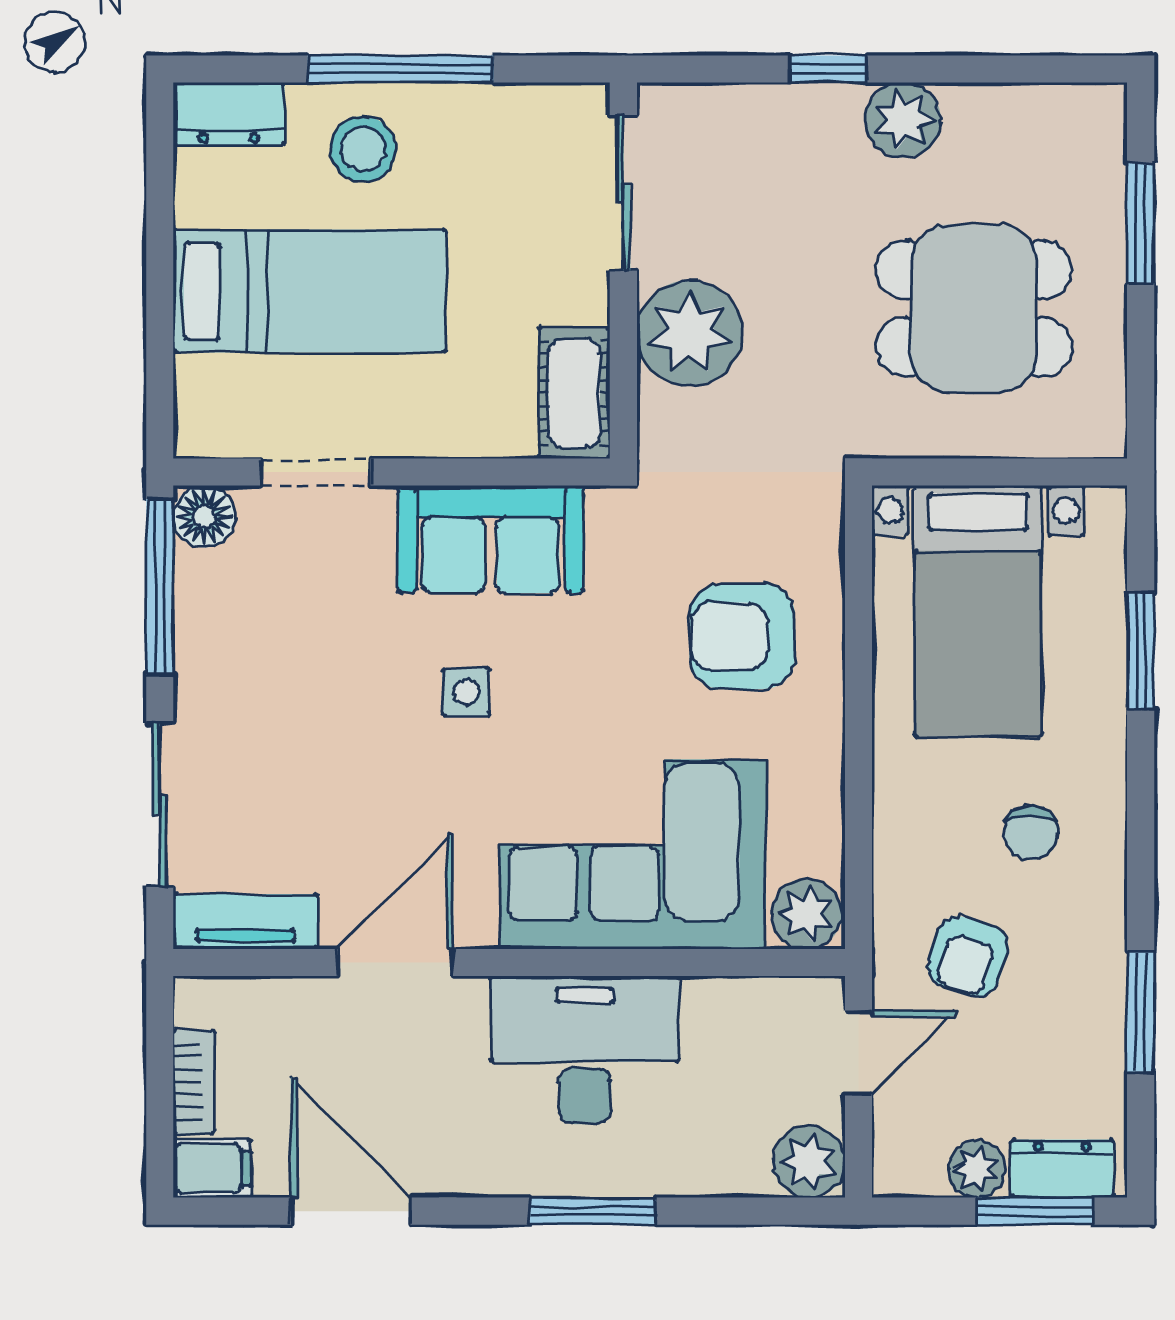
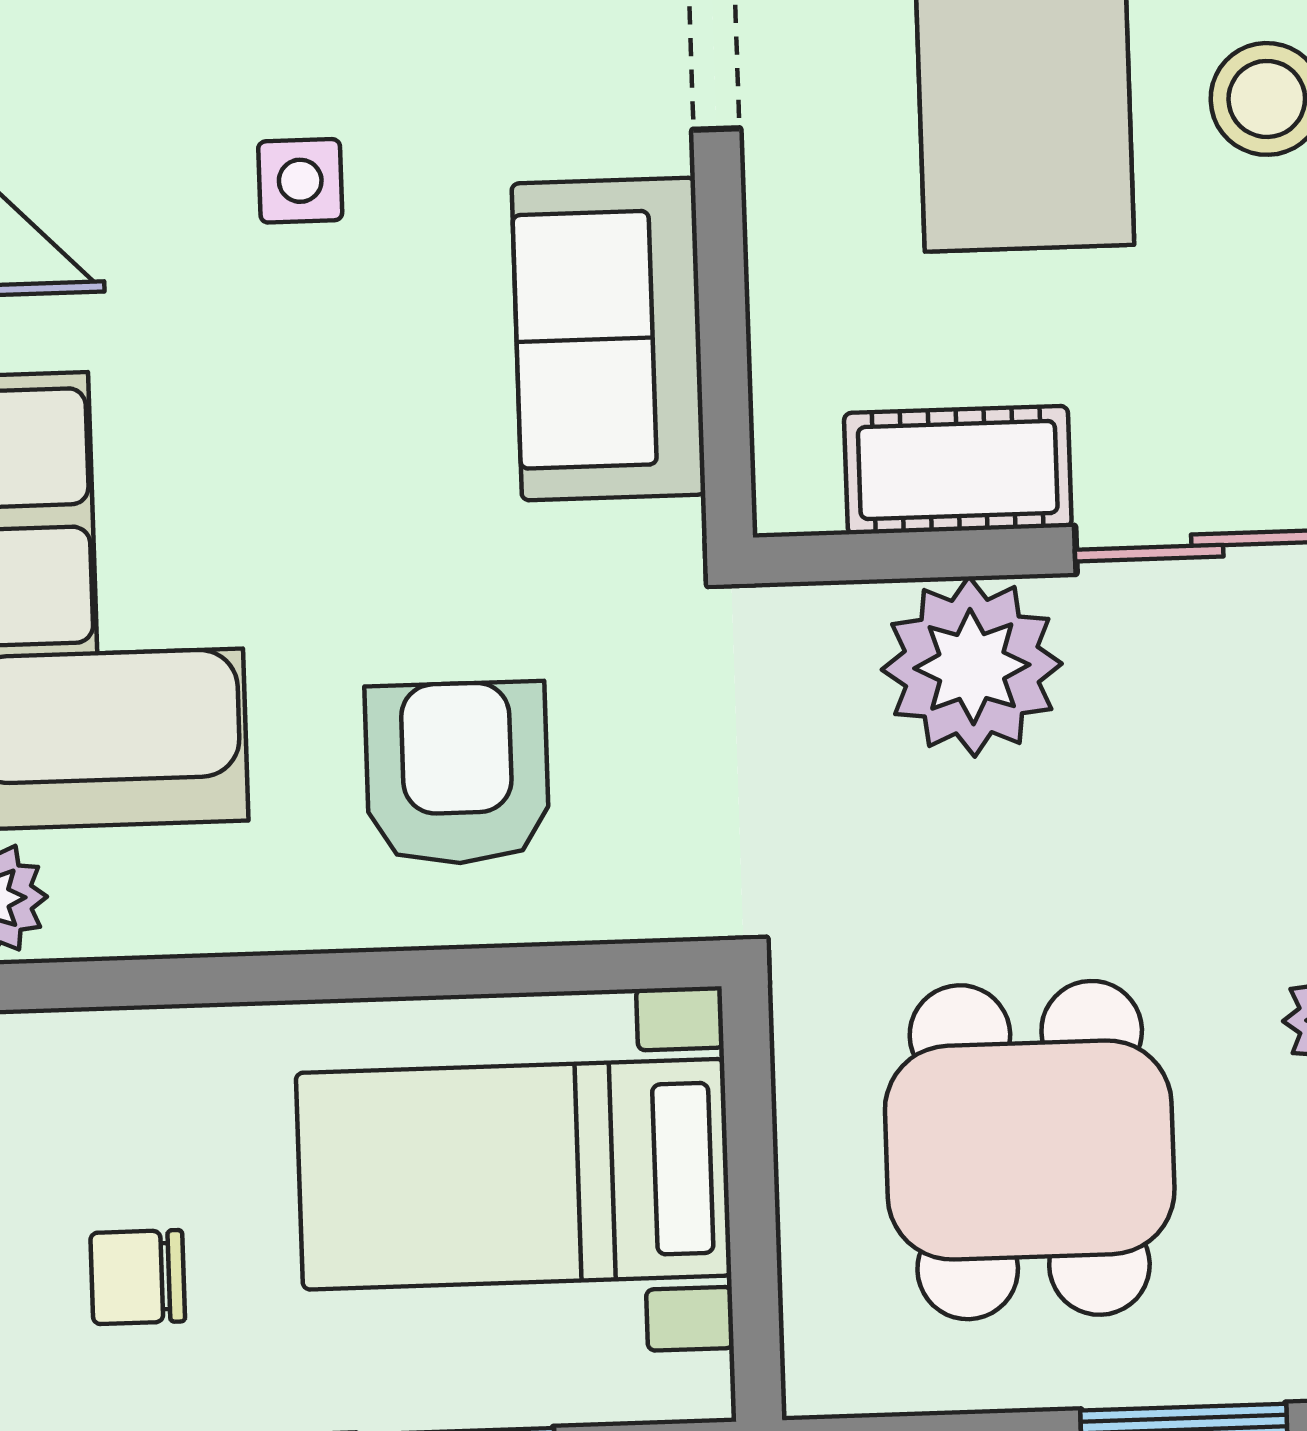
cot: (574, 393) -> (958, 470), moved
side table: (466, 692) -> (300, 181), moved

